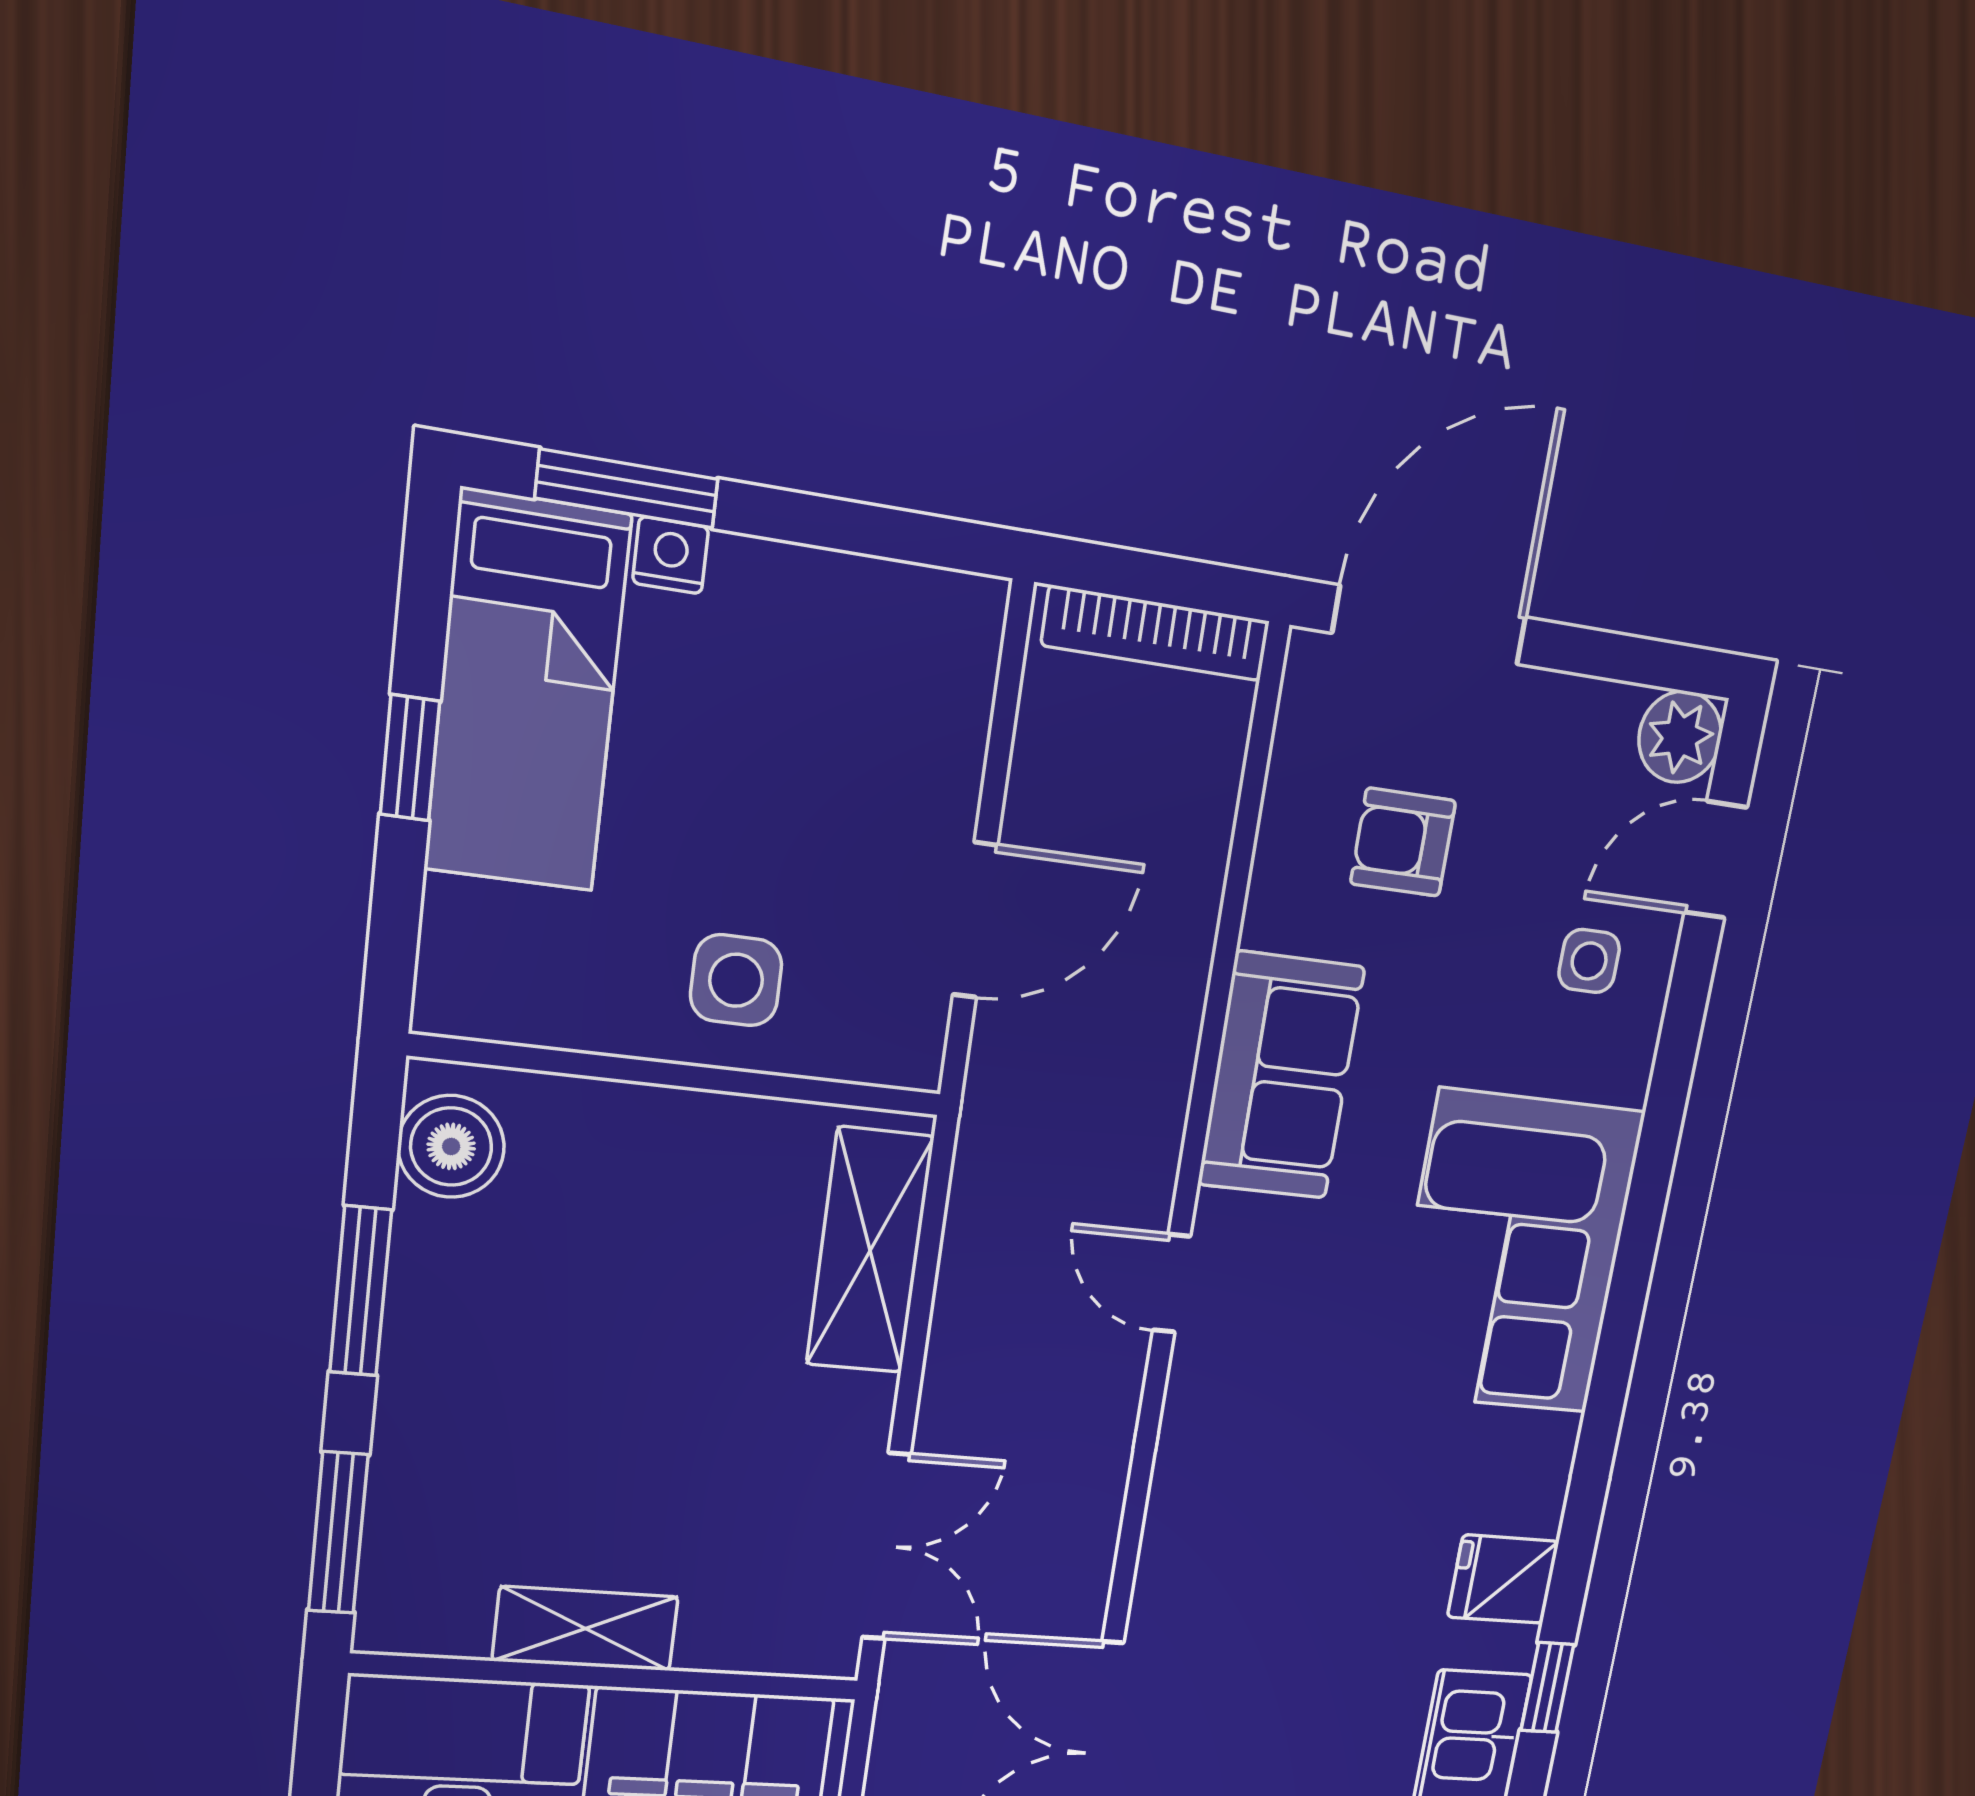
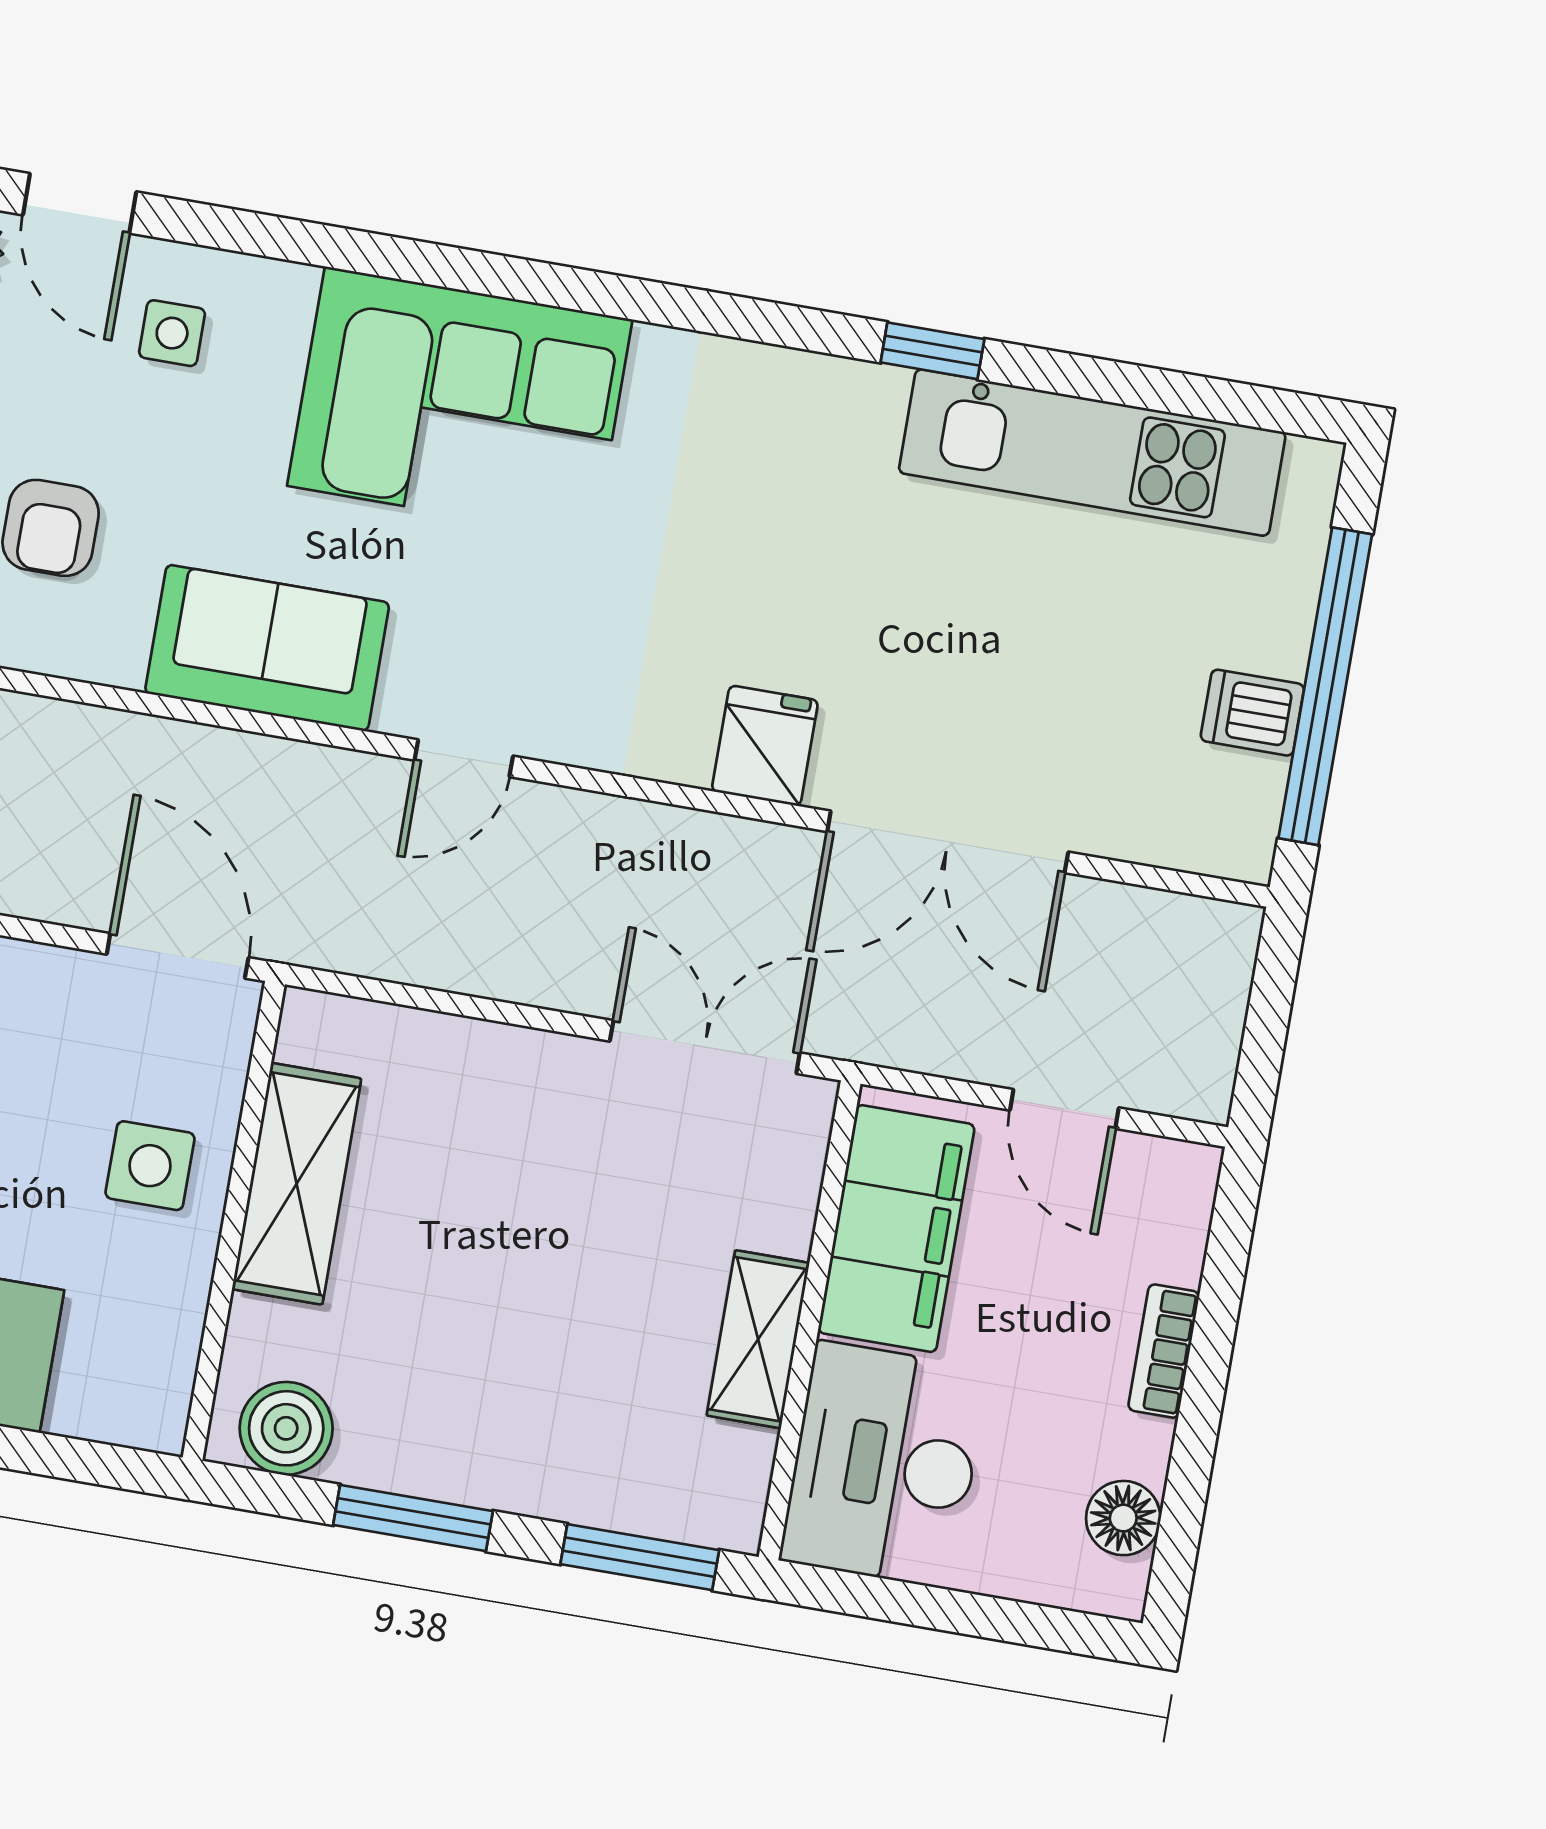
door: (975, 920) -> (178, 956), moved
shelving: (870, 1251) -> (297, 1184), moved, turned 90
fridge: (1503, 1579) -> (765, 746), moved, turned 180

